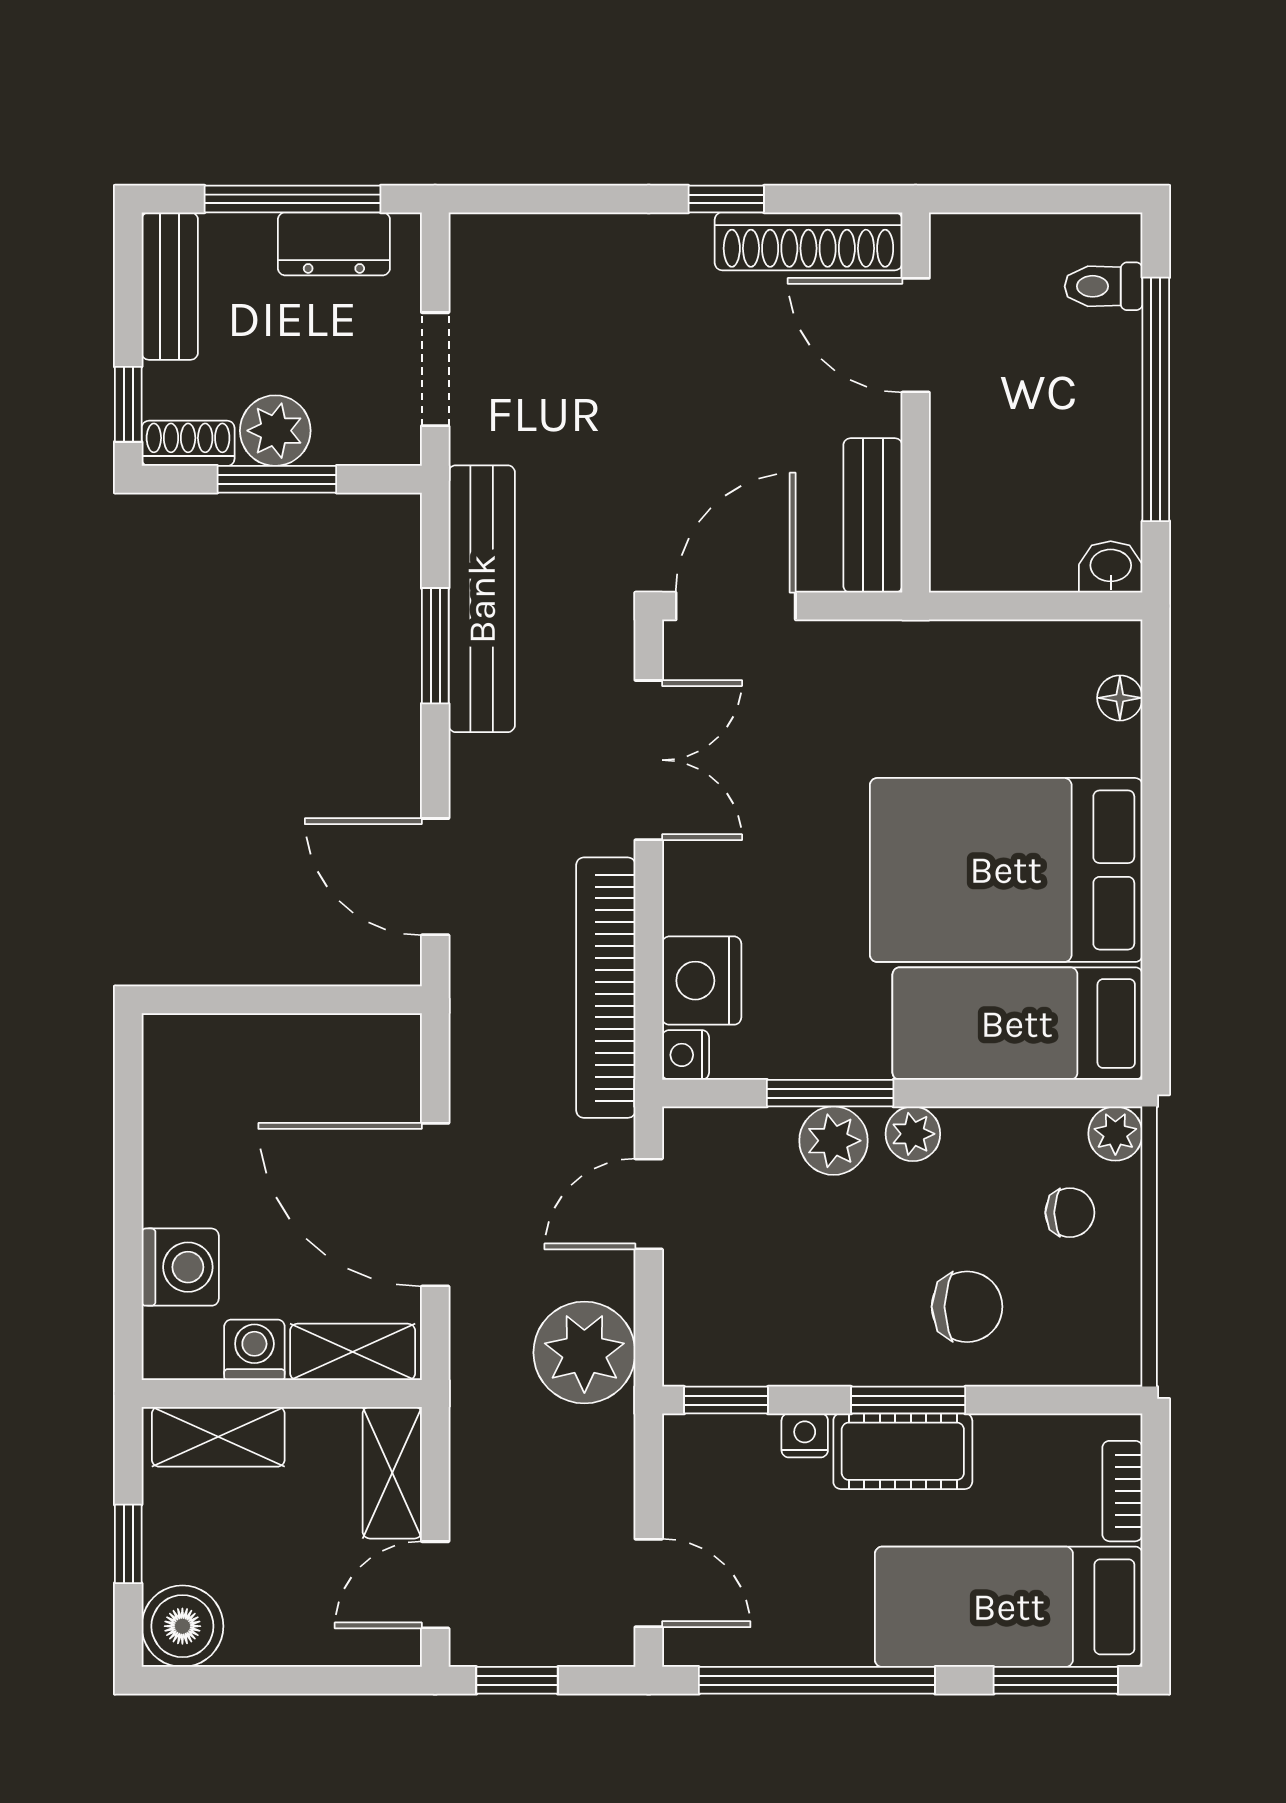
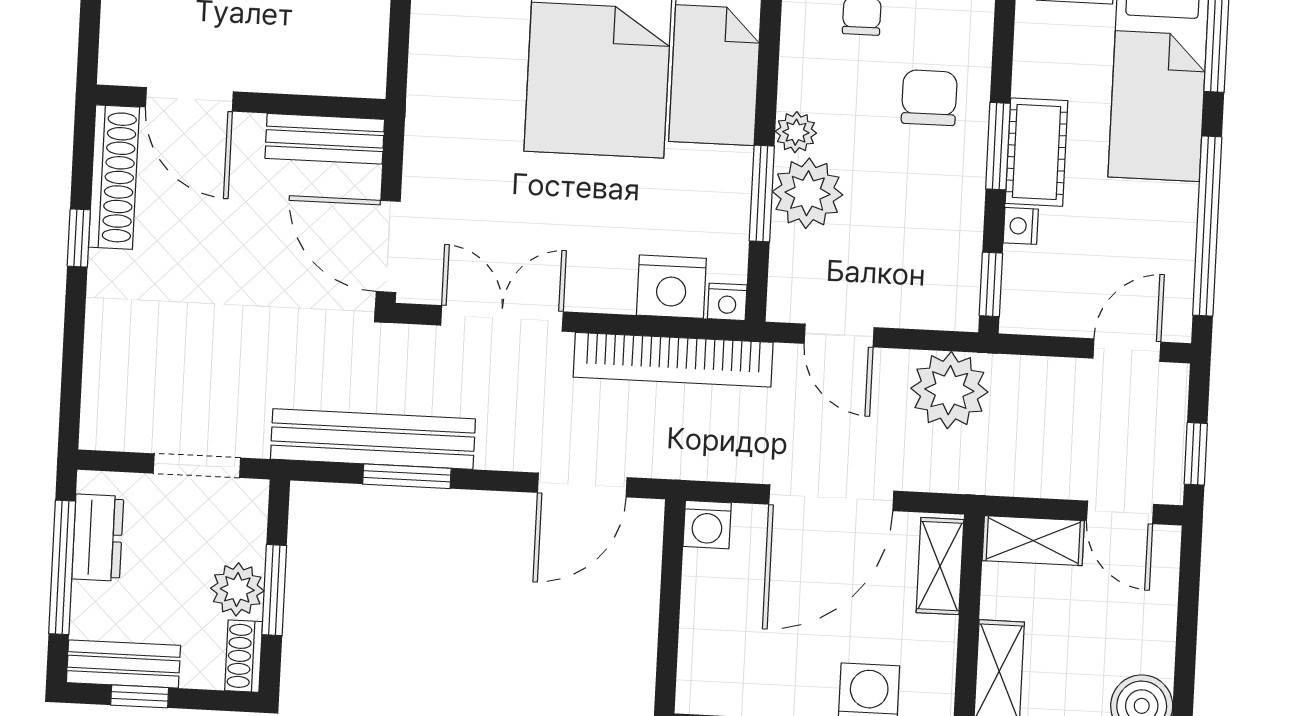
door: (916, 335) -> (189, 99), hinge flipped
window: (128, 404) -> (140, 696), moved
plant: (834, 1141) -> (808, 193), width x1.36, depth x1.36
washing machine: (254, 1350) -> (707, 525), moved, turned -90

